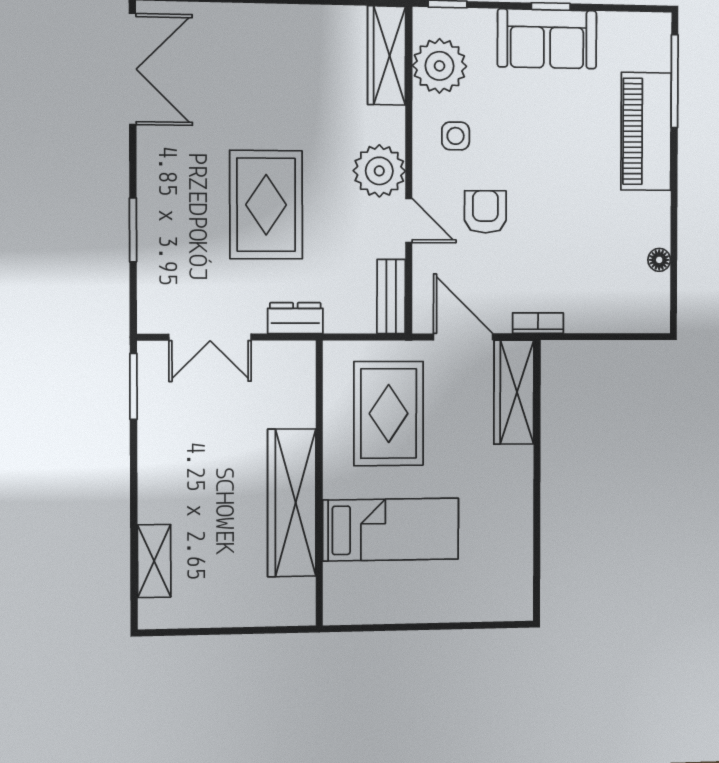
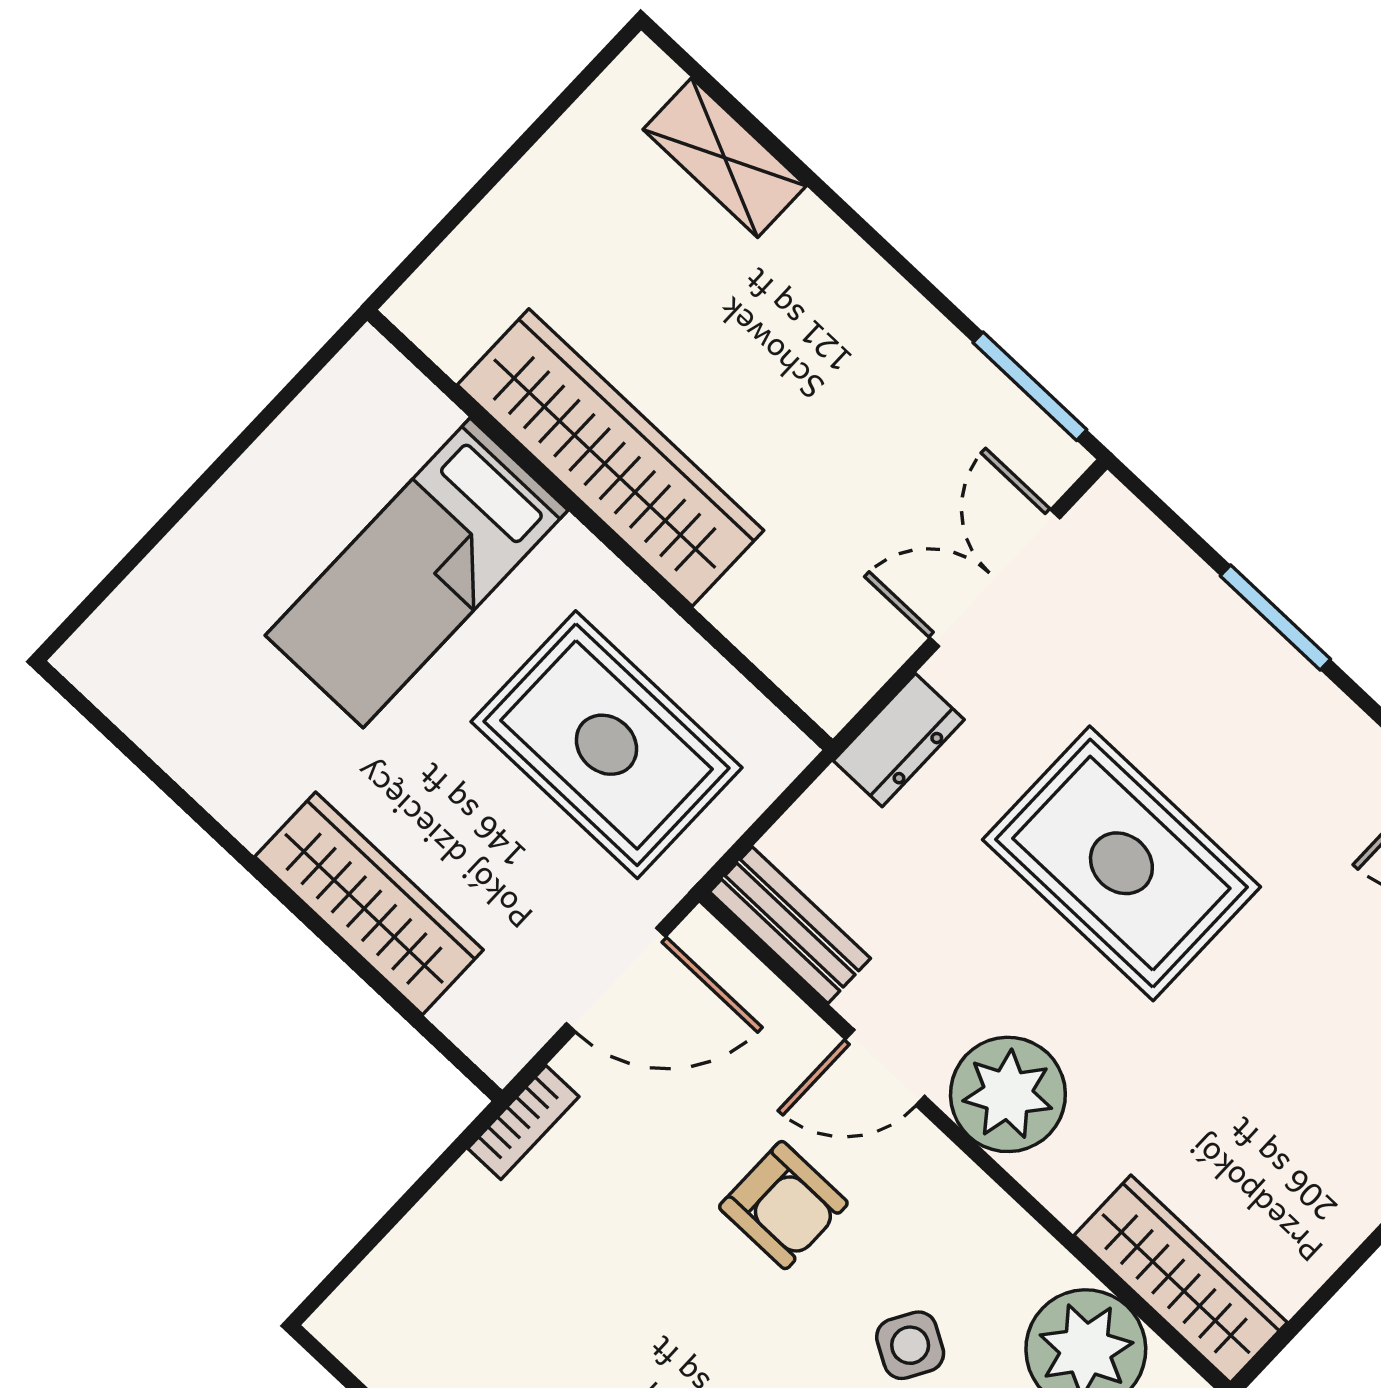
side table: (456, 136) -> (910, 1345), moved, turned 30
wardrobe: (514, 392) -> (369, 903), moved

